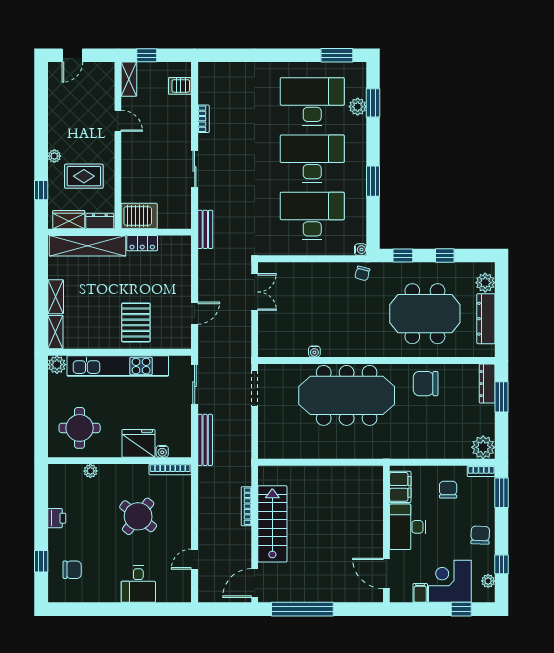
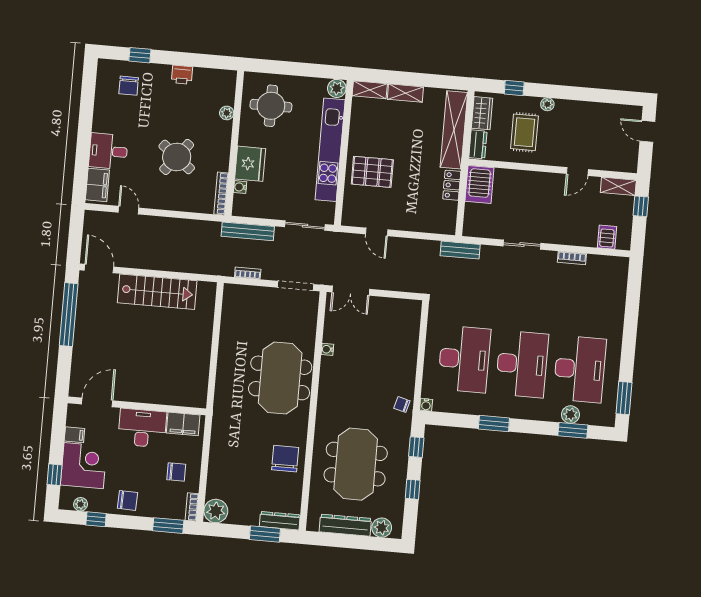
double door: (255, 292) -> (351, 291), moved
meeting table: (347, 395) -> (280, 378), width x0.73
bookcase: (246, 506) -> (248, 273), moved, width x0.64
filing cabinet: (172, 592) -> (97, 185), added

